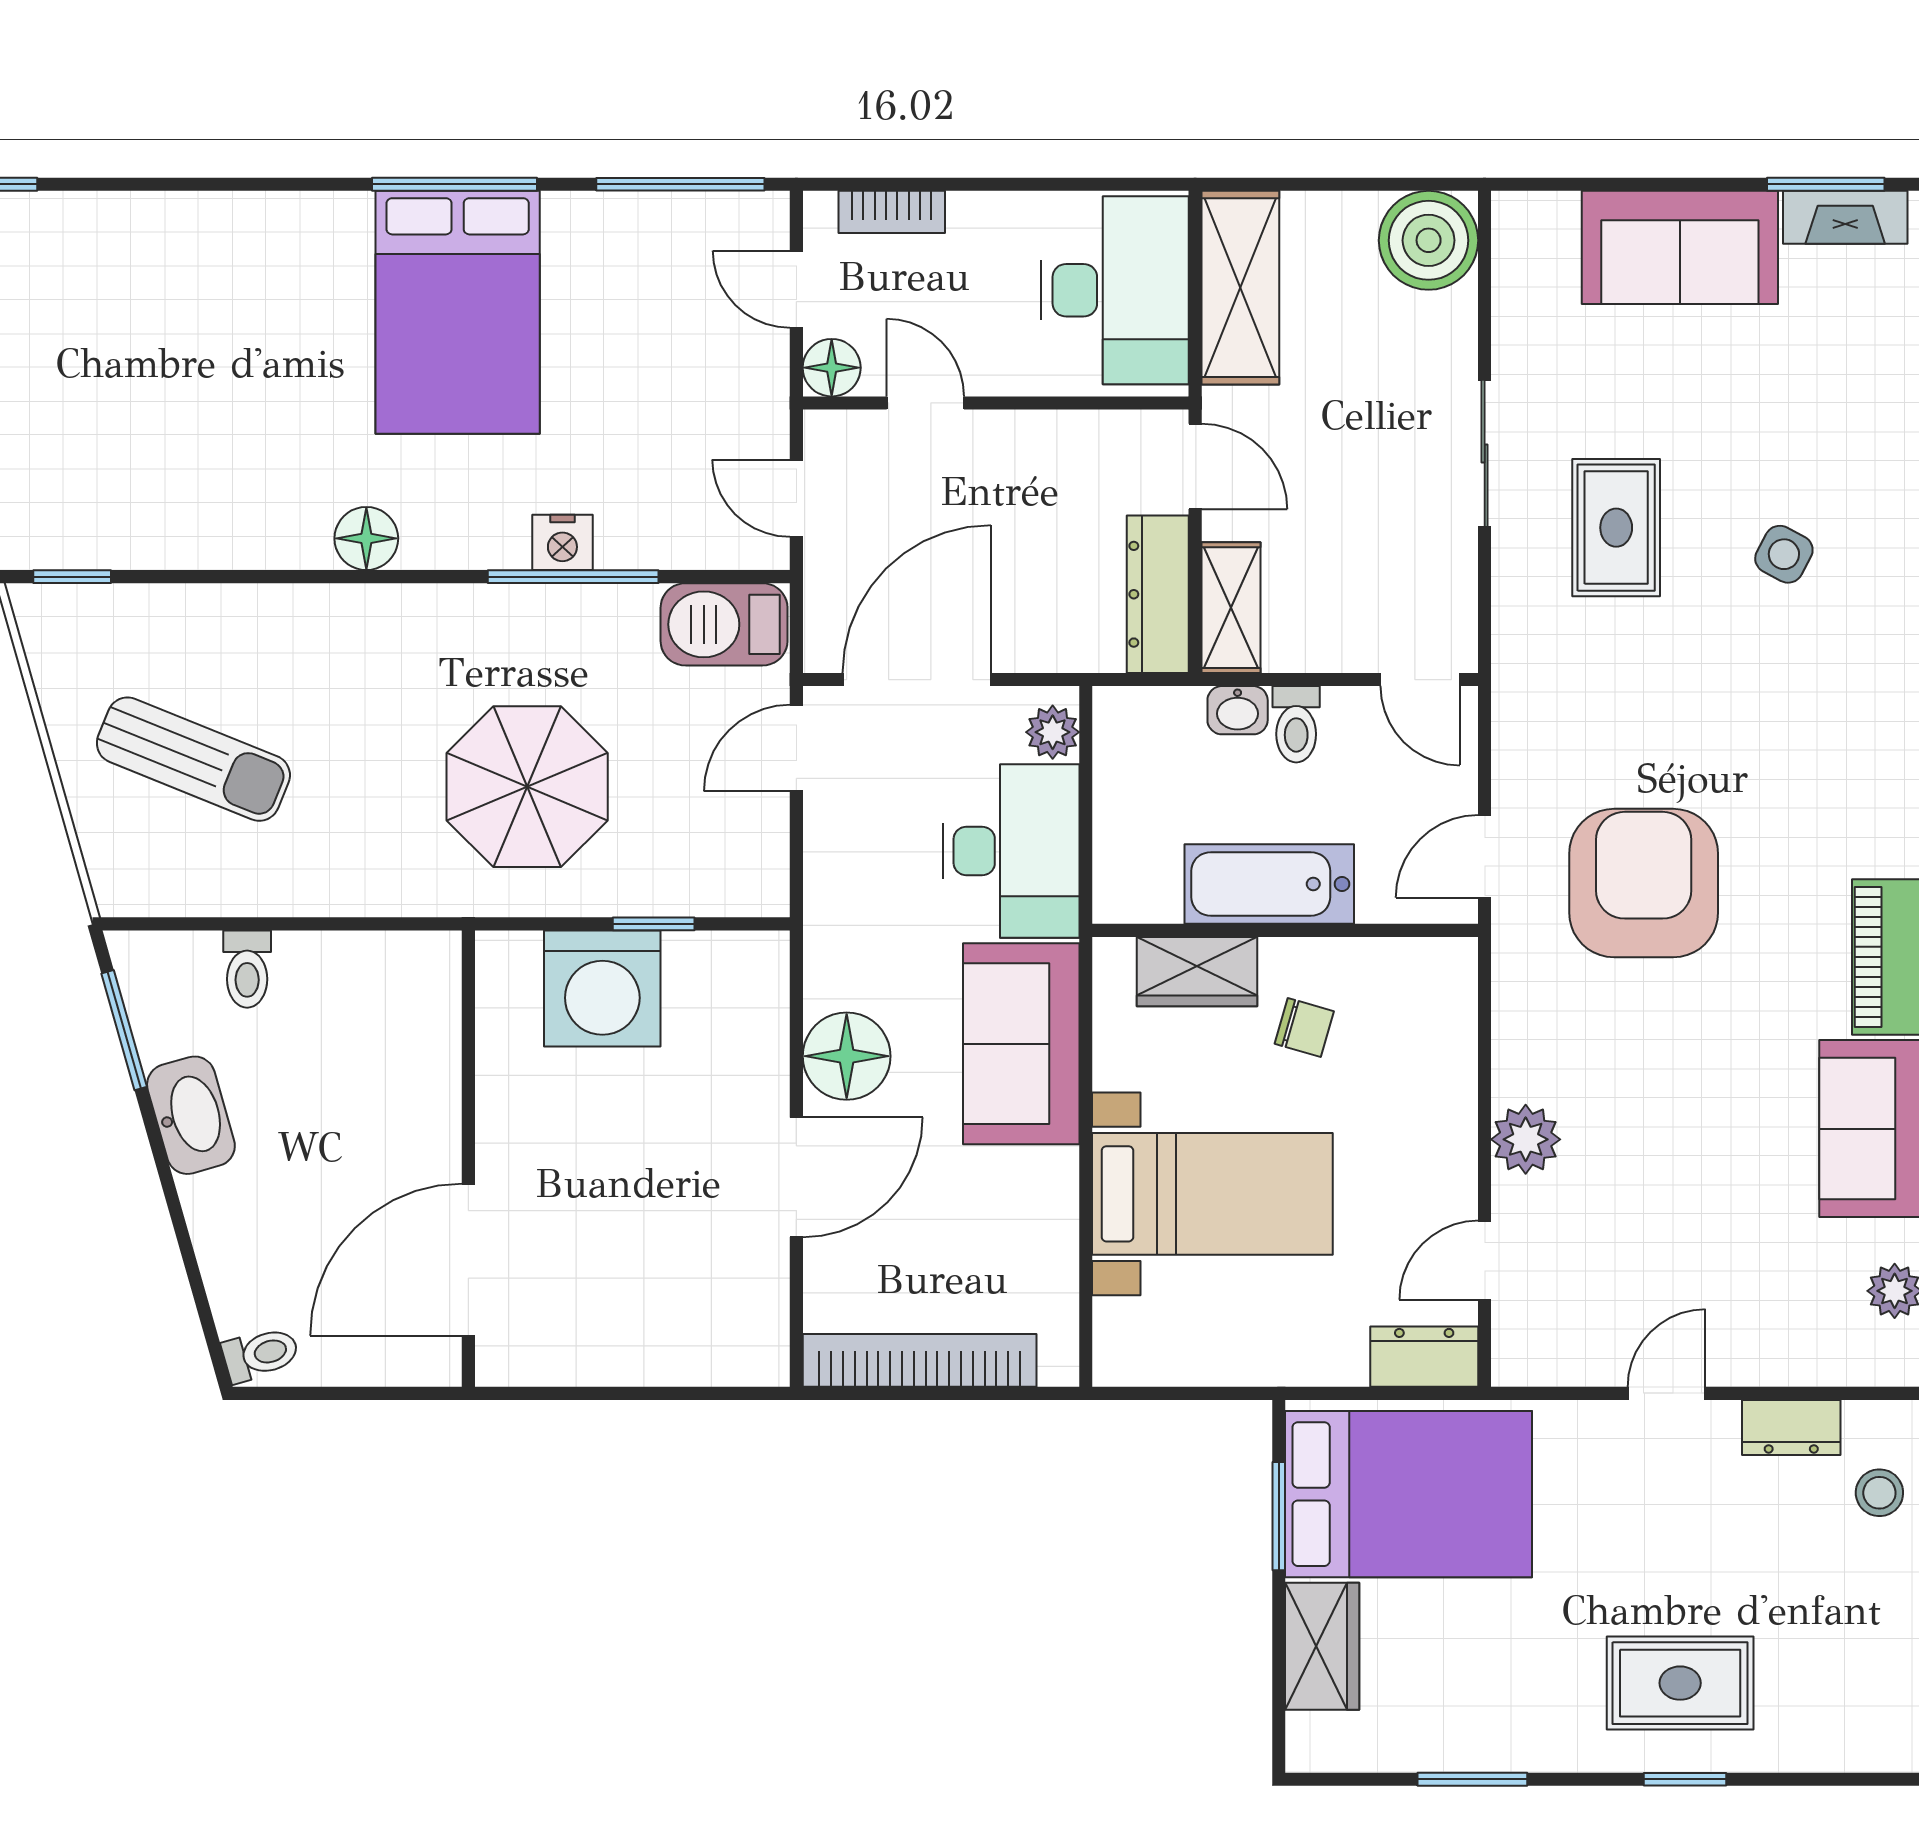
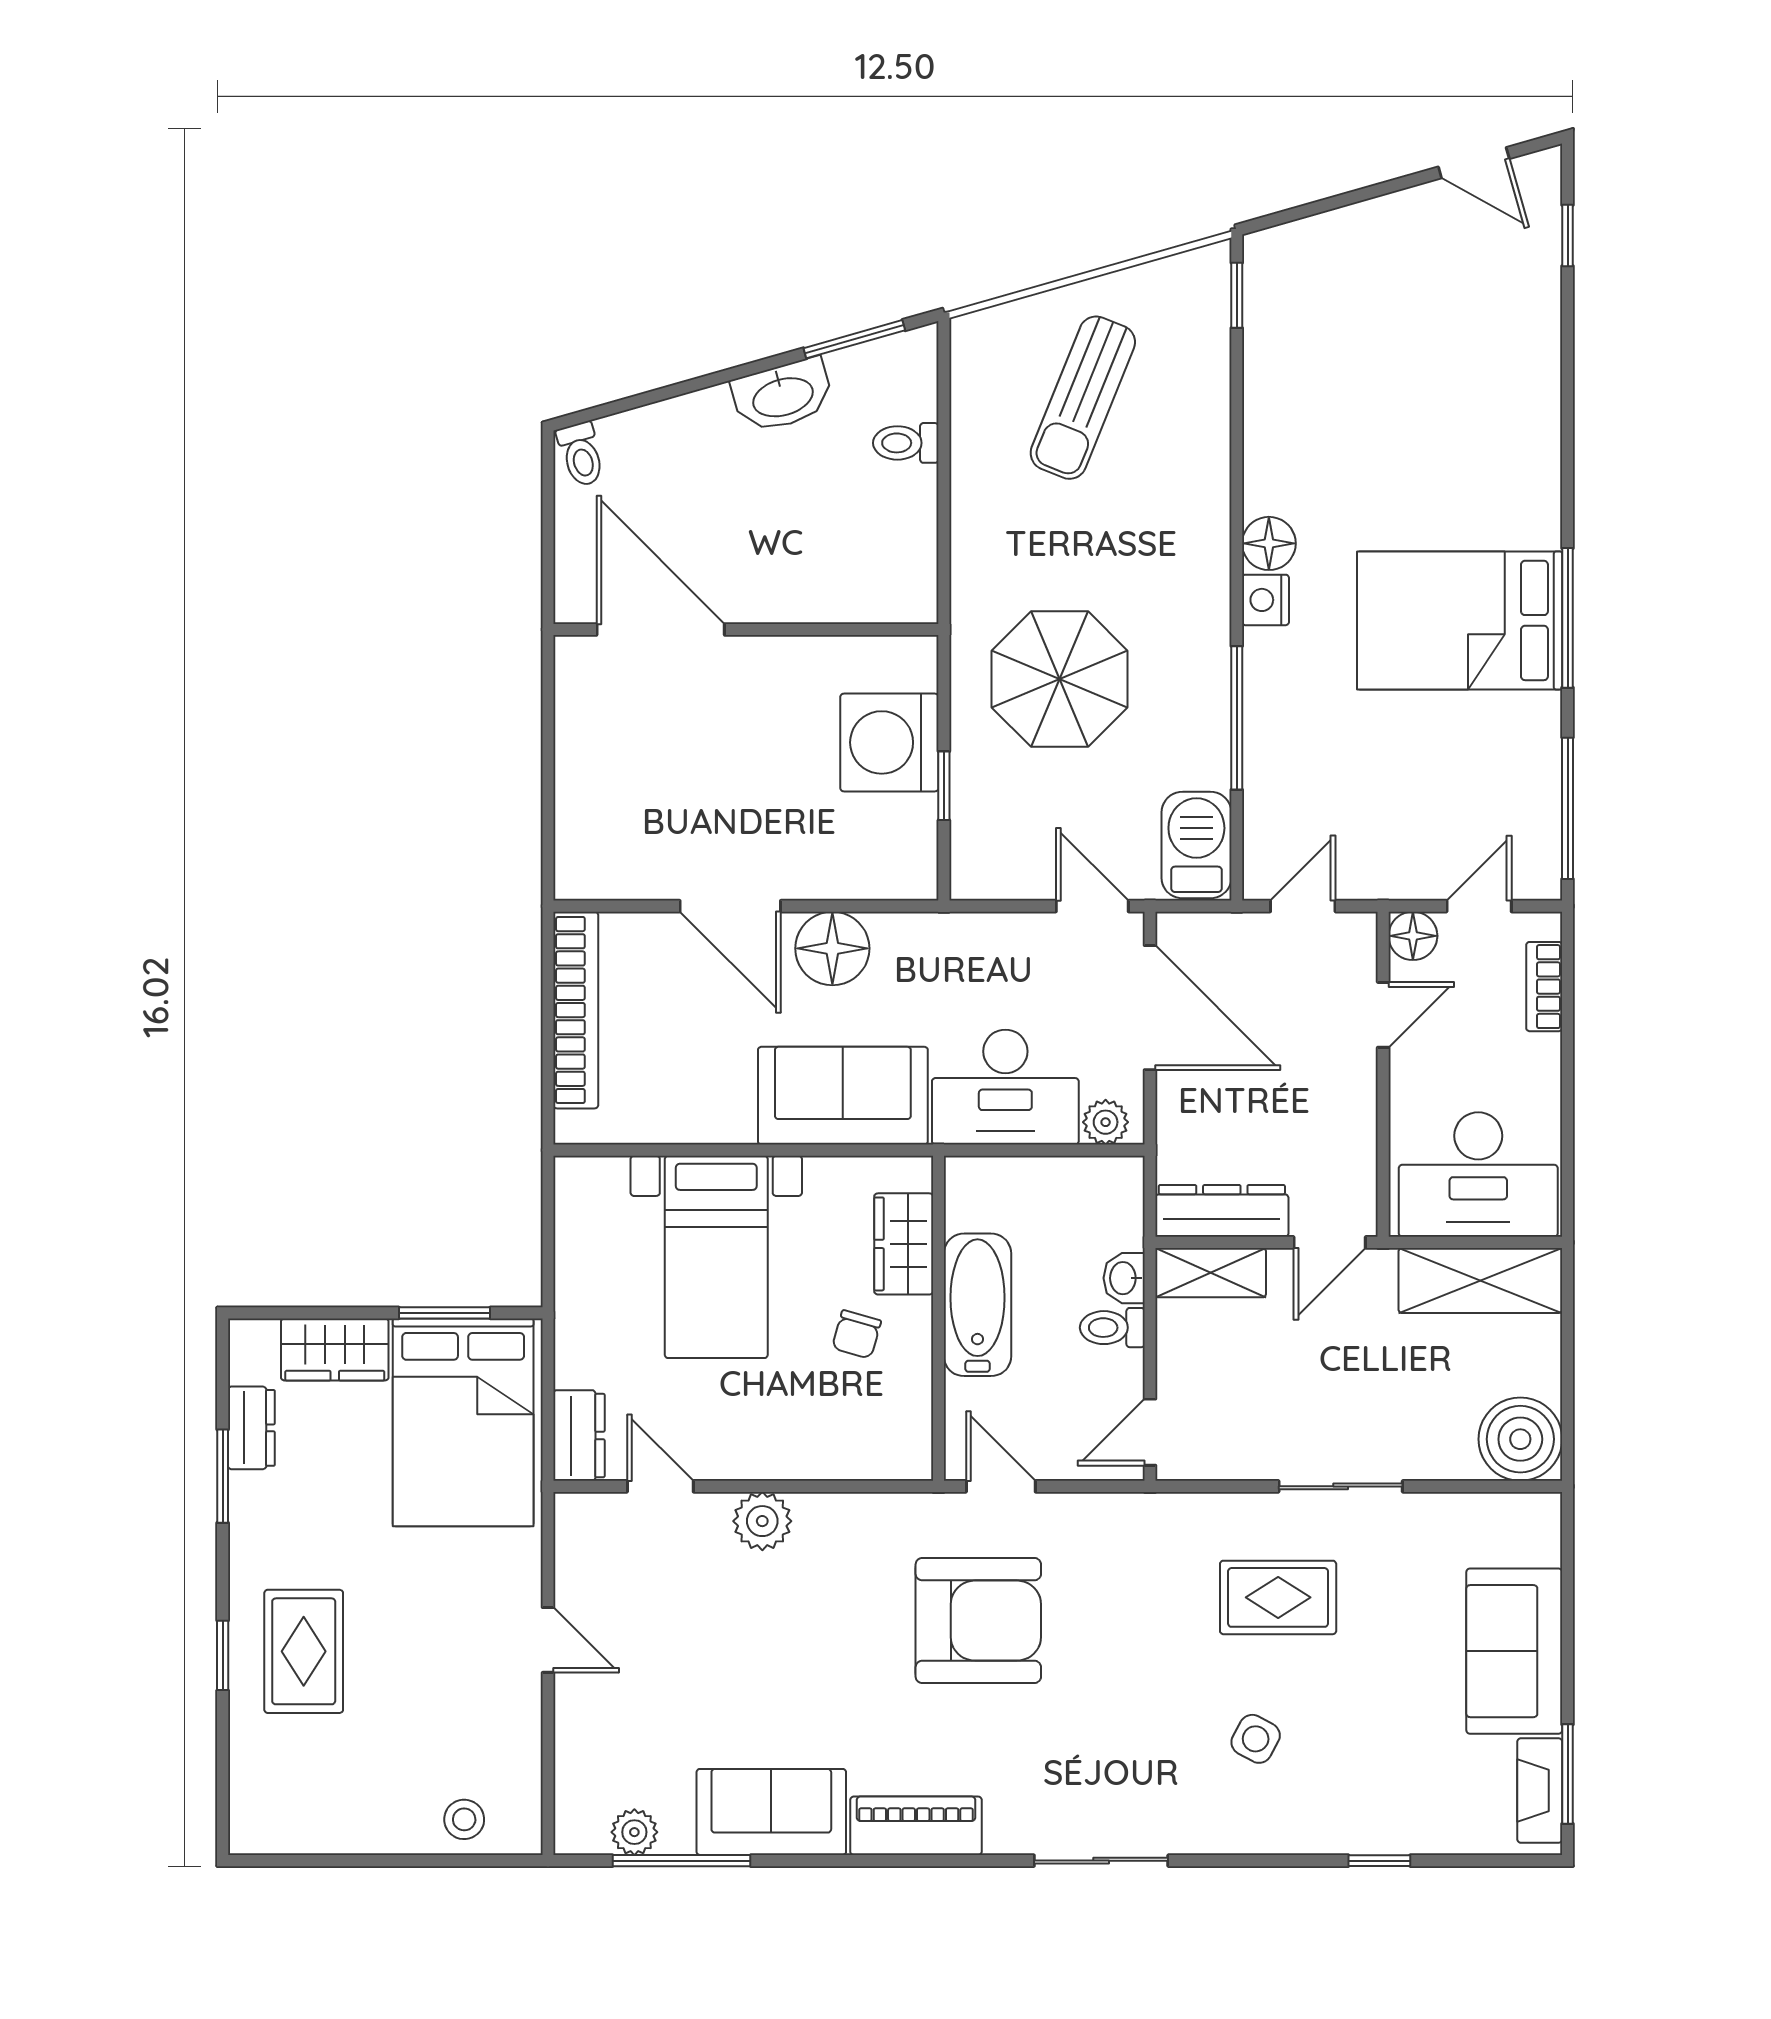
nightstand: (562, 542) -> (1266, 600), moved
dresser: (1791, 1427) -> (251, 1428), moved, turned 180

